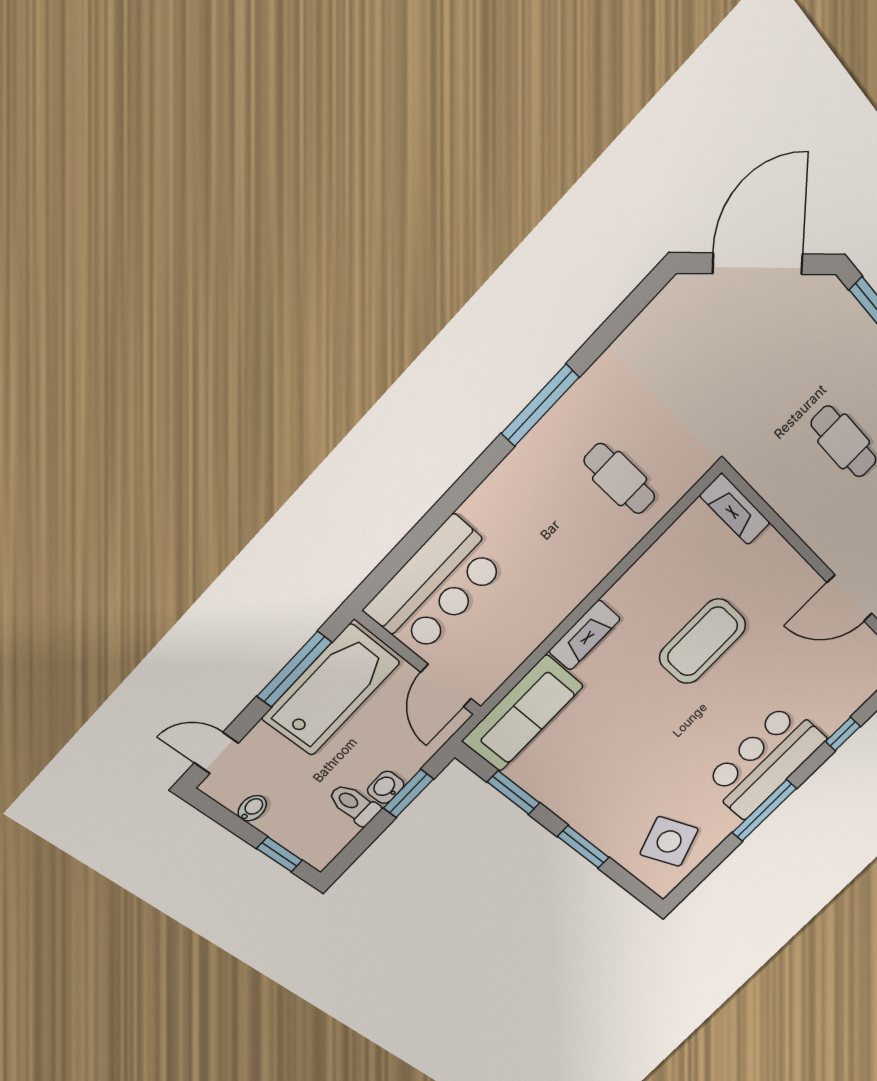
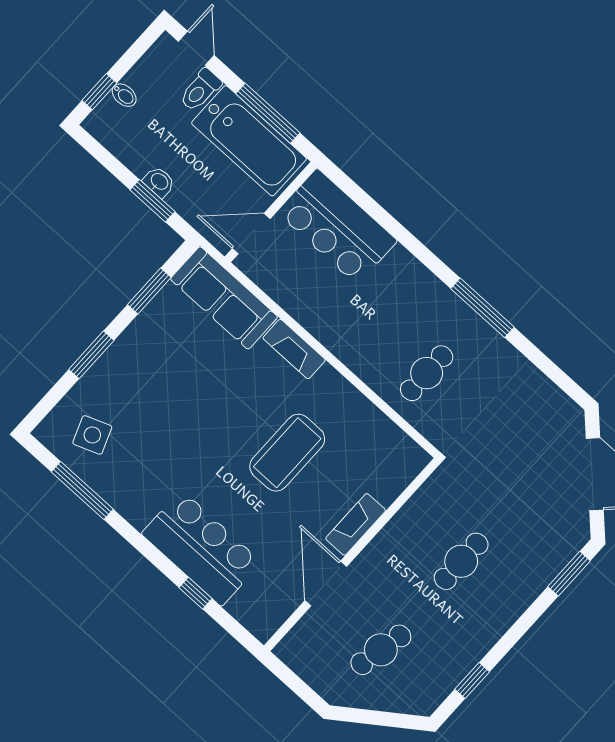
fireplace: (735, 509) -> (356, 524), moved
coffee table: (703, 641) -> (287, 453), turned 90
bar counter: (765, 761) -> (201, 548), moved
toilet: (354, 804) -> (200, 90), moved, turned 180
bidet: (252, 808) -> (124, 95), moved
window: (764, 810) -> (82, 491), moved
side table: (669, 841) -> (92, 435), width x0.73, depth x0.73

